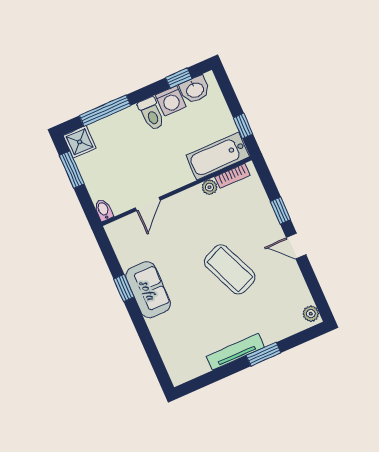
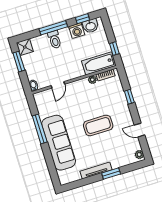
window: (105, 111) -> (53, 28), moved
toilet: (151, 114) -> (55, 40), moved
door: (296, 246) -> (140, 130), moved
coffee table: (230, 269) -> (98, 125), turned -67
window: (124, 288) -> (40, 129), width x2.17
sofa: (148, 290) -> (59, 143), width x1.85, depth x1.27

